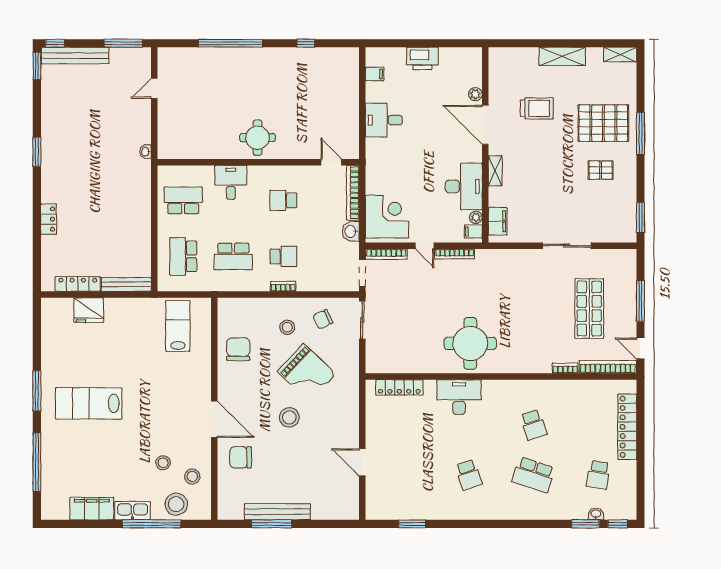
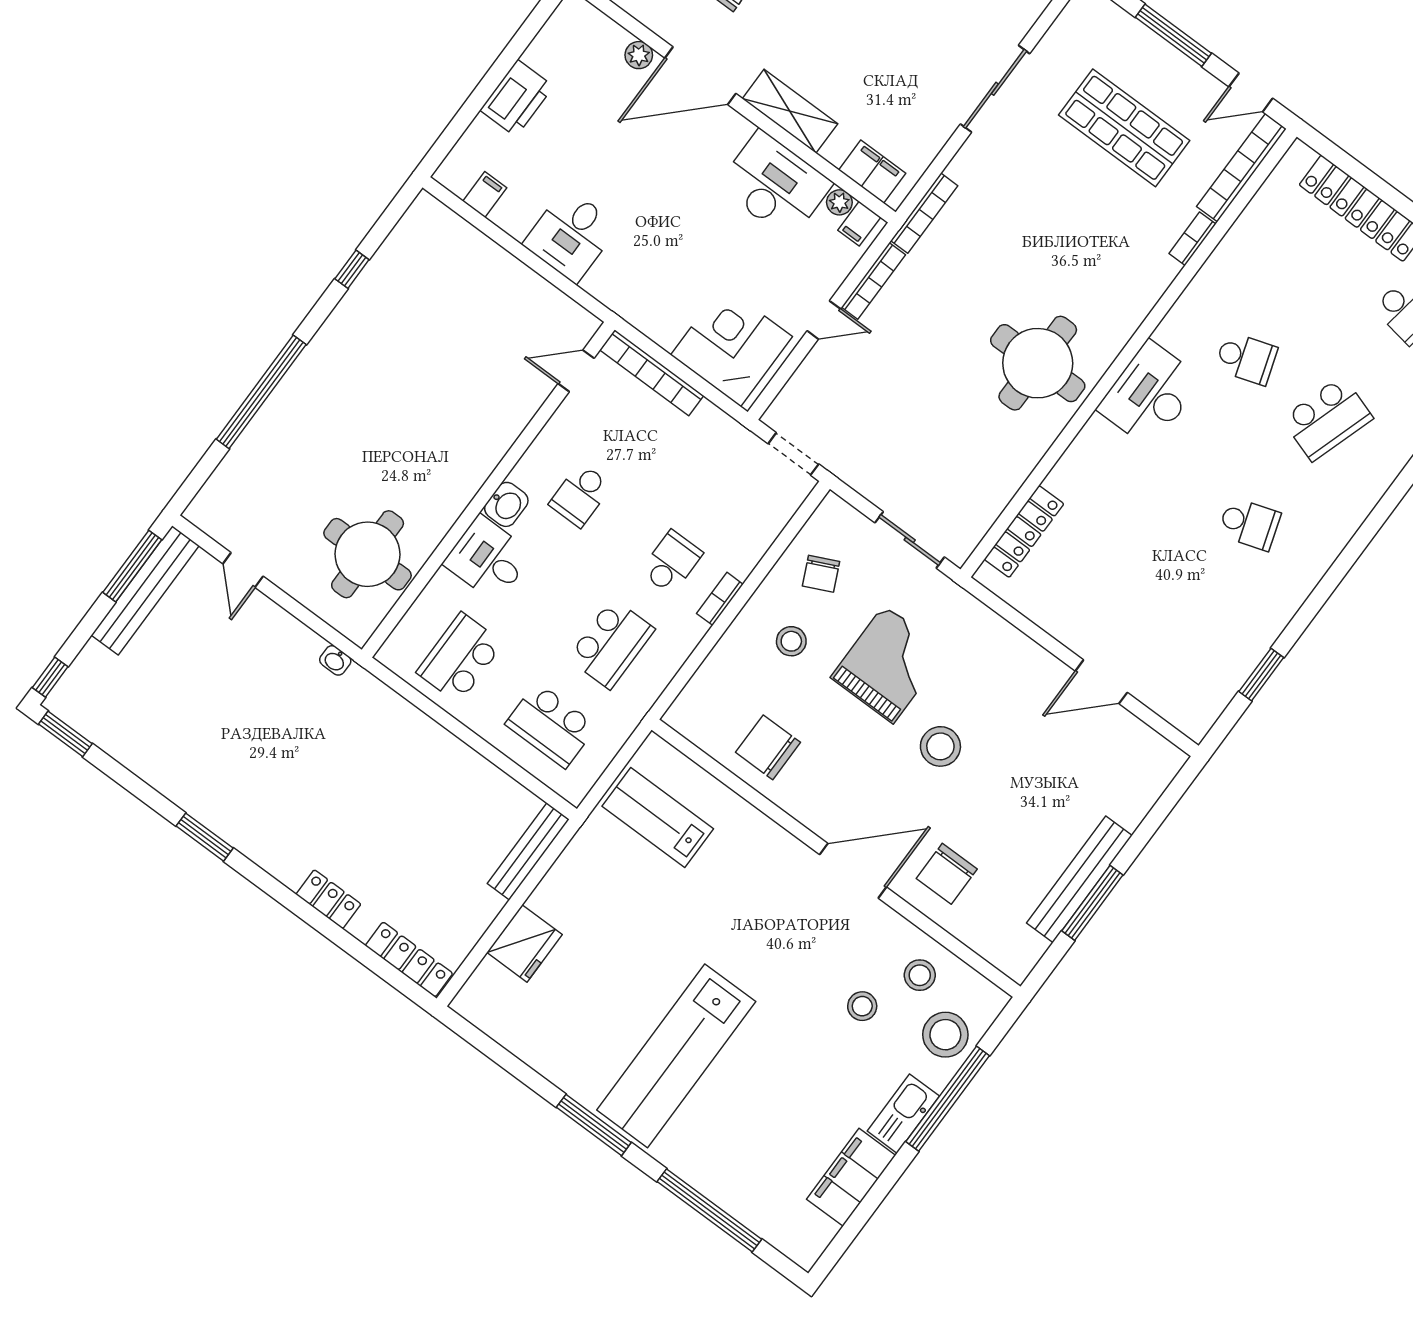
bench: (75, 56) -> (145, 590), moved
round table: (257, 138) -> (368, 554), moved, width x1.36, depth x1.36
shelving: (495, 171) -> (790, 111), width x1.50, depth x1.33
washbasin: (351, 231) -> (506, 504), moved, turned -90
bookcase: (386, 254) -> (924, 213), moved
locker: (78, 284) -> (409, 960), moved, turned 90
sliding door: (362, 320) -> (910, 540), moved
grand piano: (307, 373) -> (889, 664), turned -43
desk: (459, 397) -> (1150, 394), moved
lab bench: (89, 403) -> (676, 1056), width x1.36

